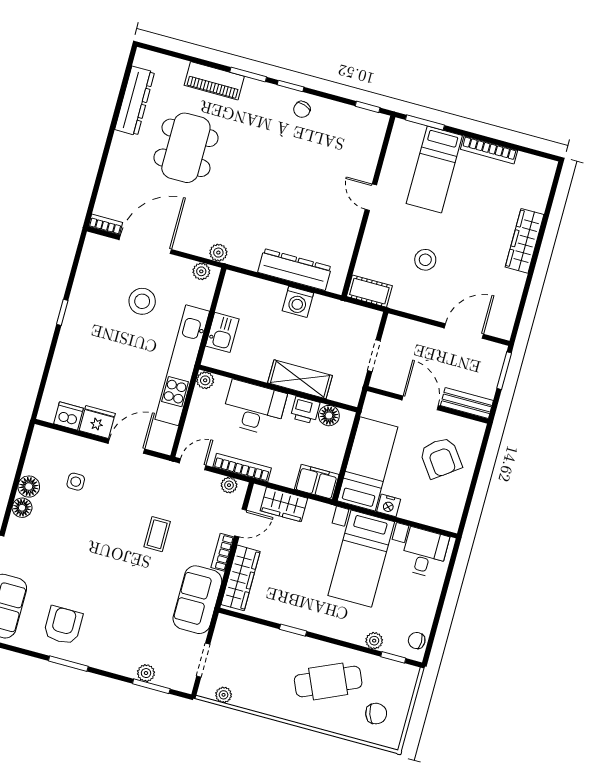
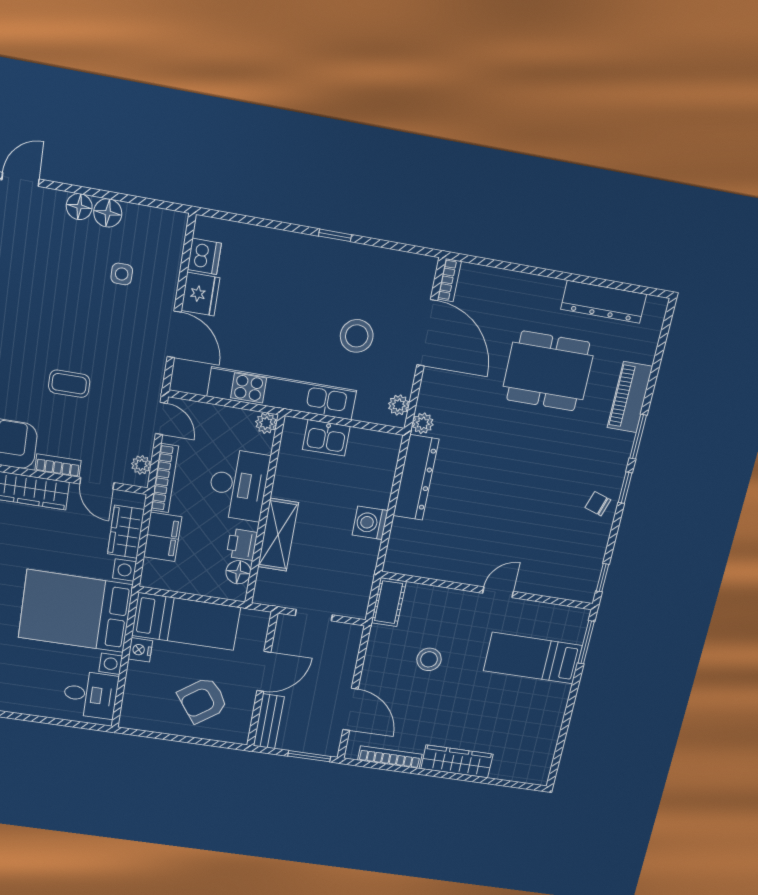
bookcase: (489, 150) -> (390, 757), moved, turned 90
dresser: (295, 270) -> (416, 477), moved
filing cabinet: (317, 482) -> (163, 537), moved
bed with nightstands: (361, 559) -> (76, 611), width x1.36

